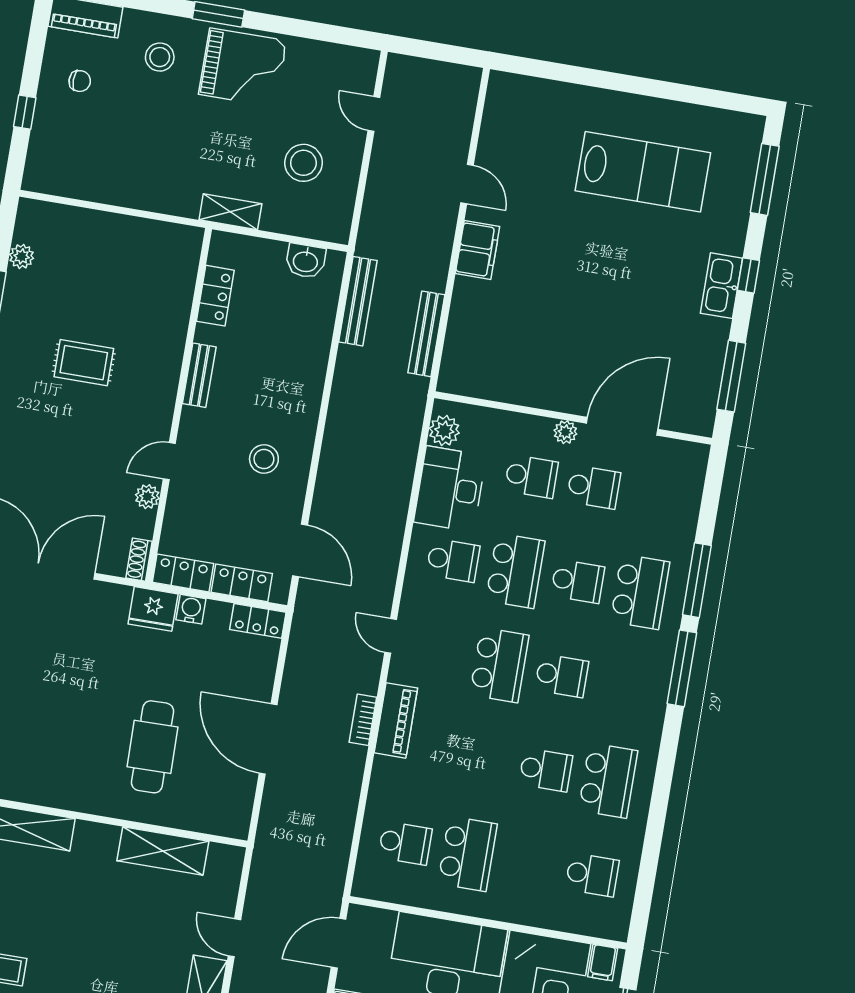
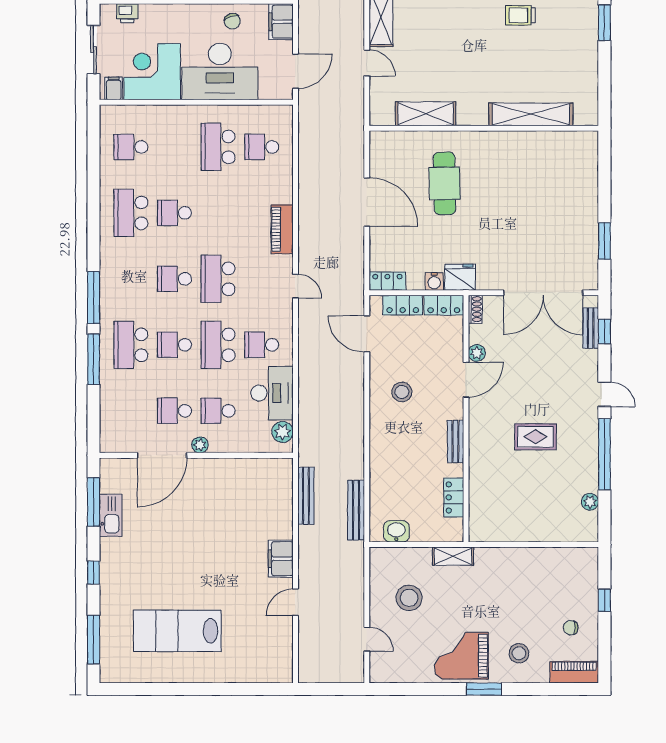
door: (467, 184) -> (295, 602), hinge flipped
kitchen sink: (721, 286) -> (111, 515), moved
door: (169, 461) -> (466, 380), width x1.38
bookcase: (363, 720) -> (305, 226), removed

